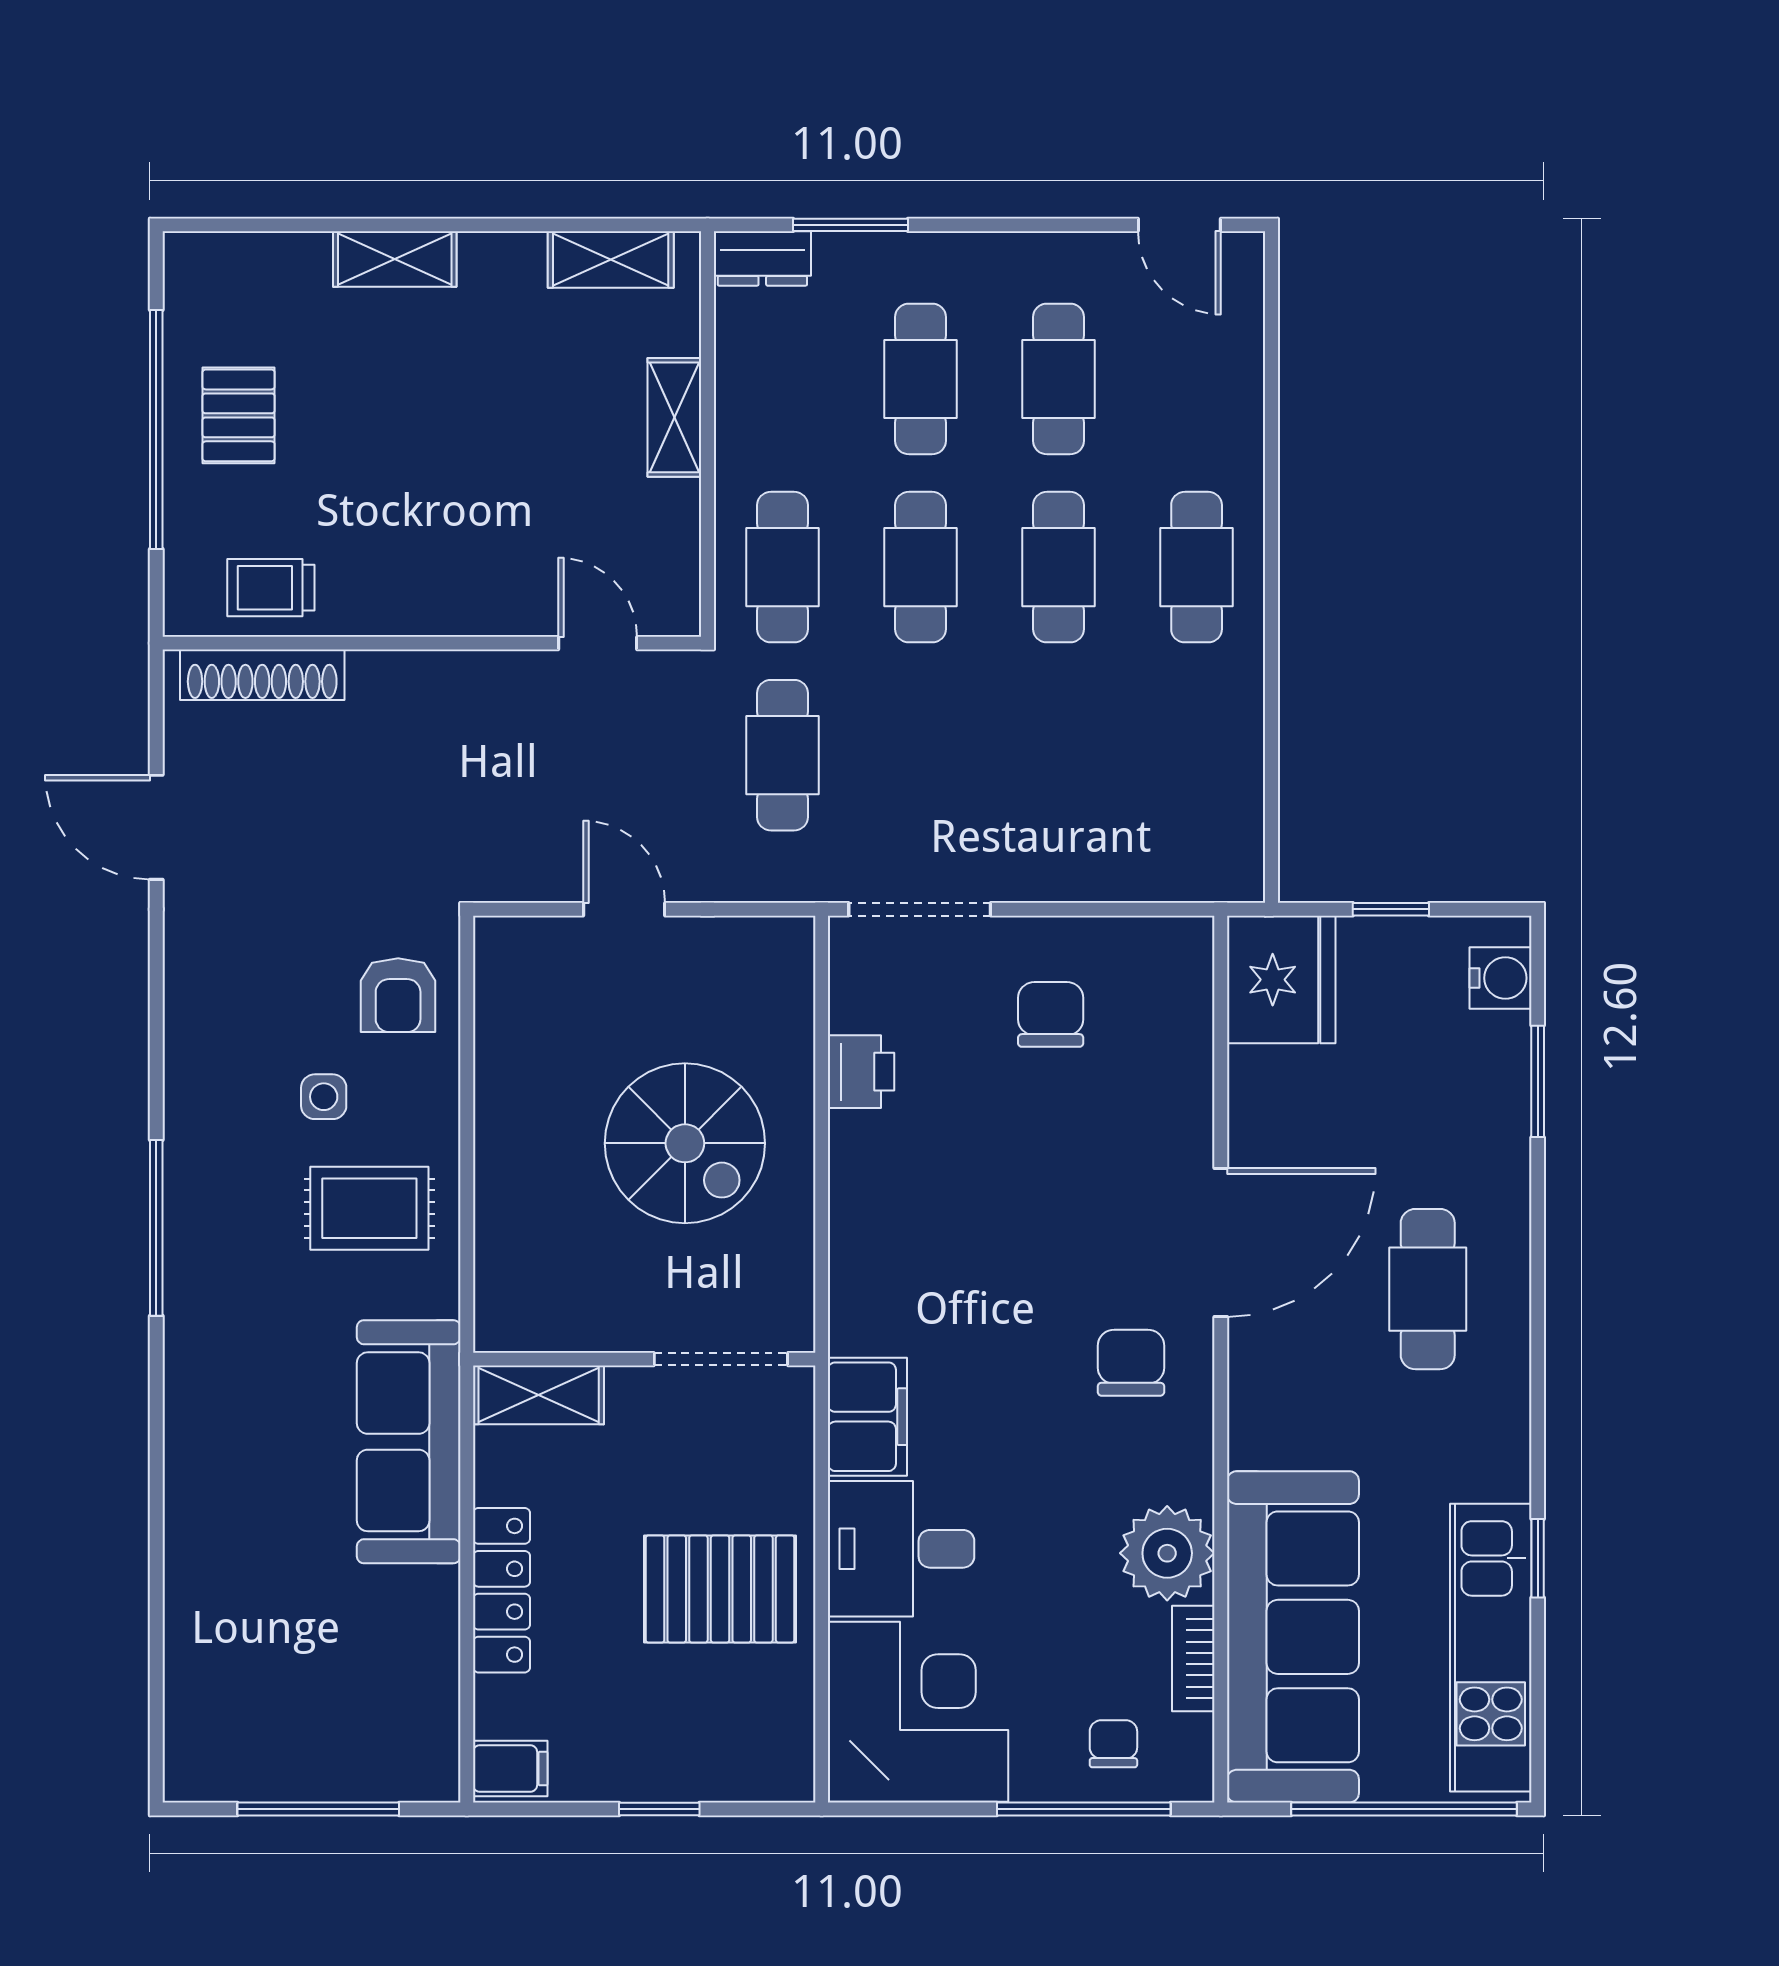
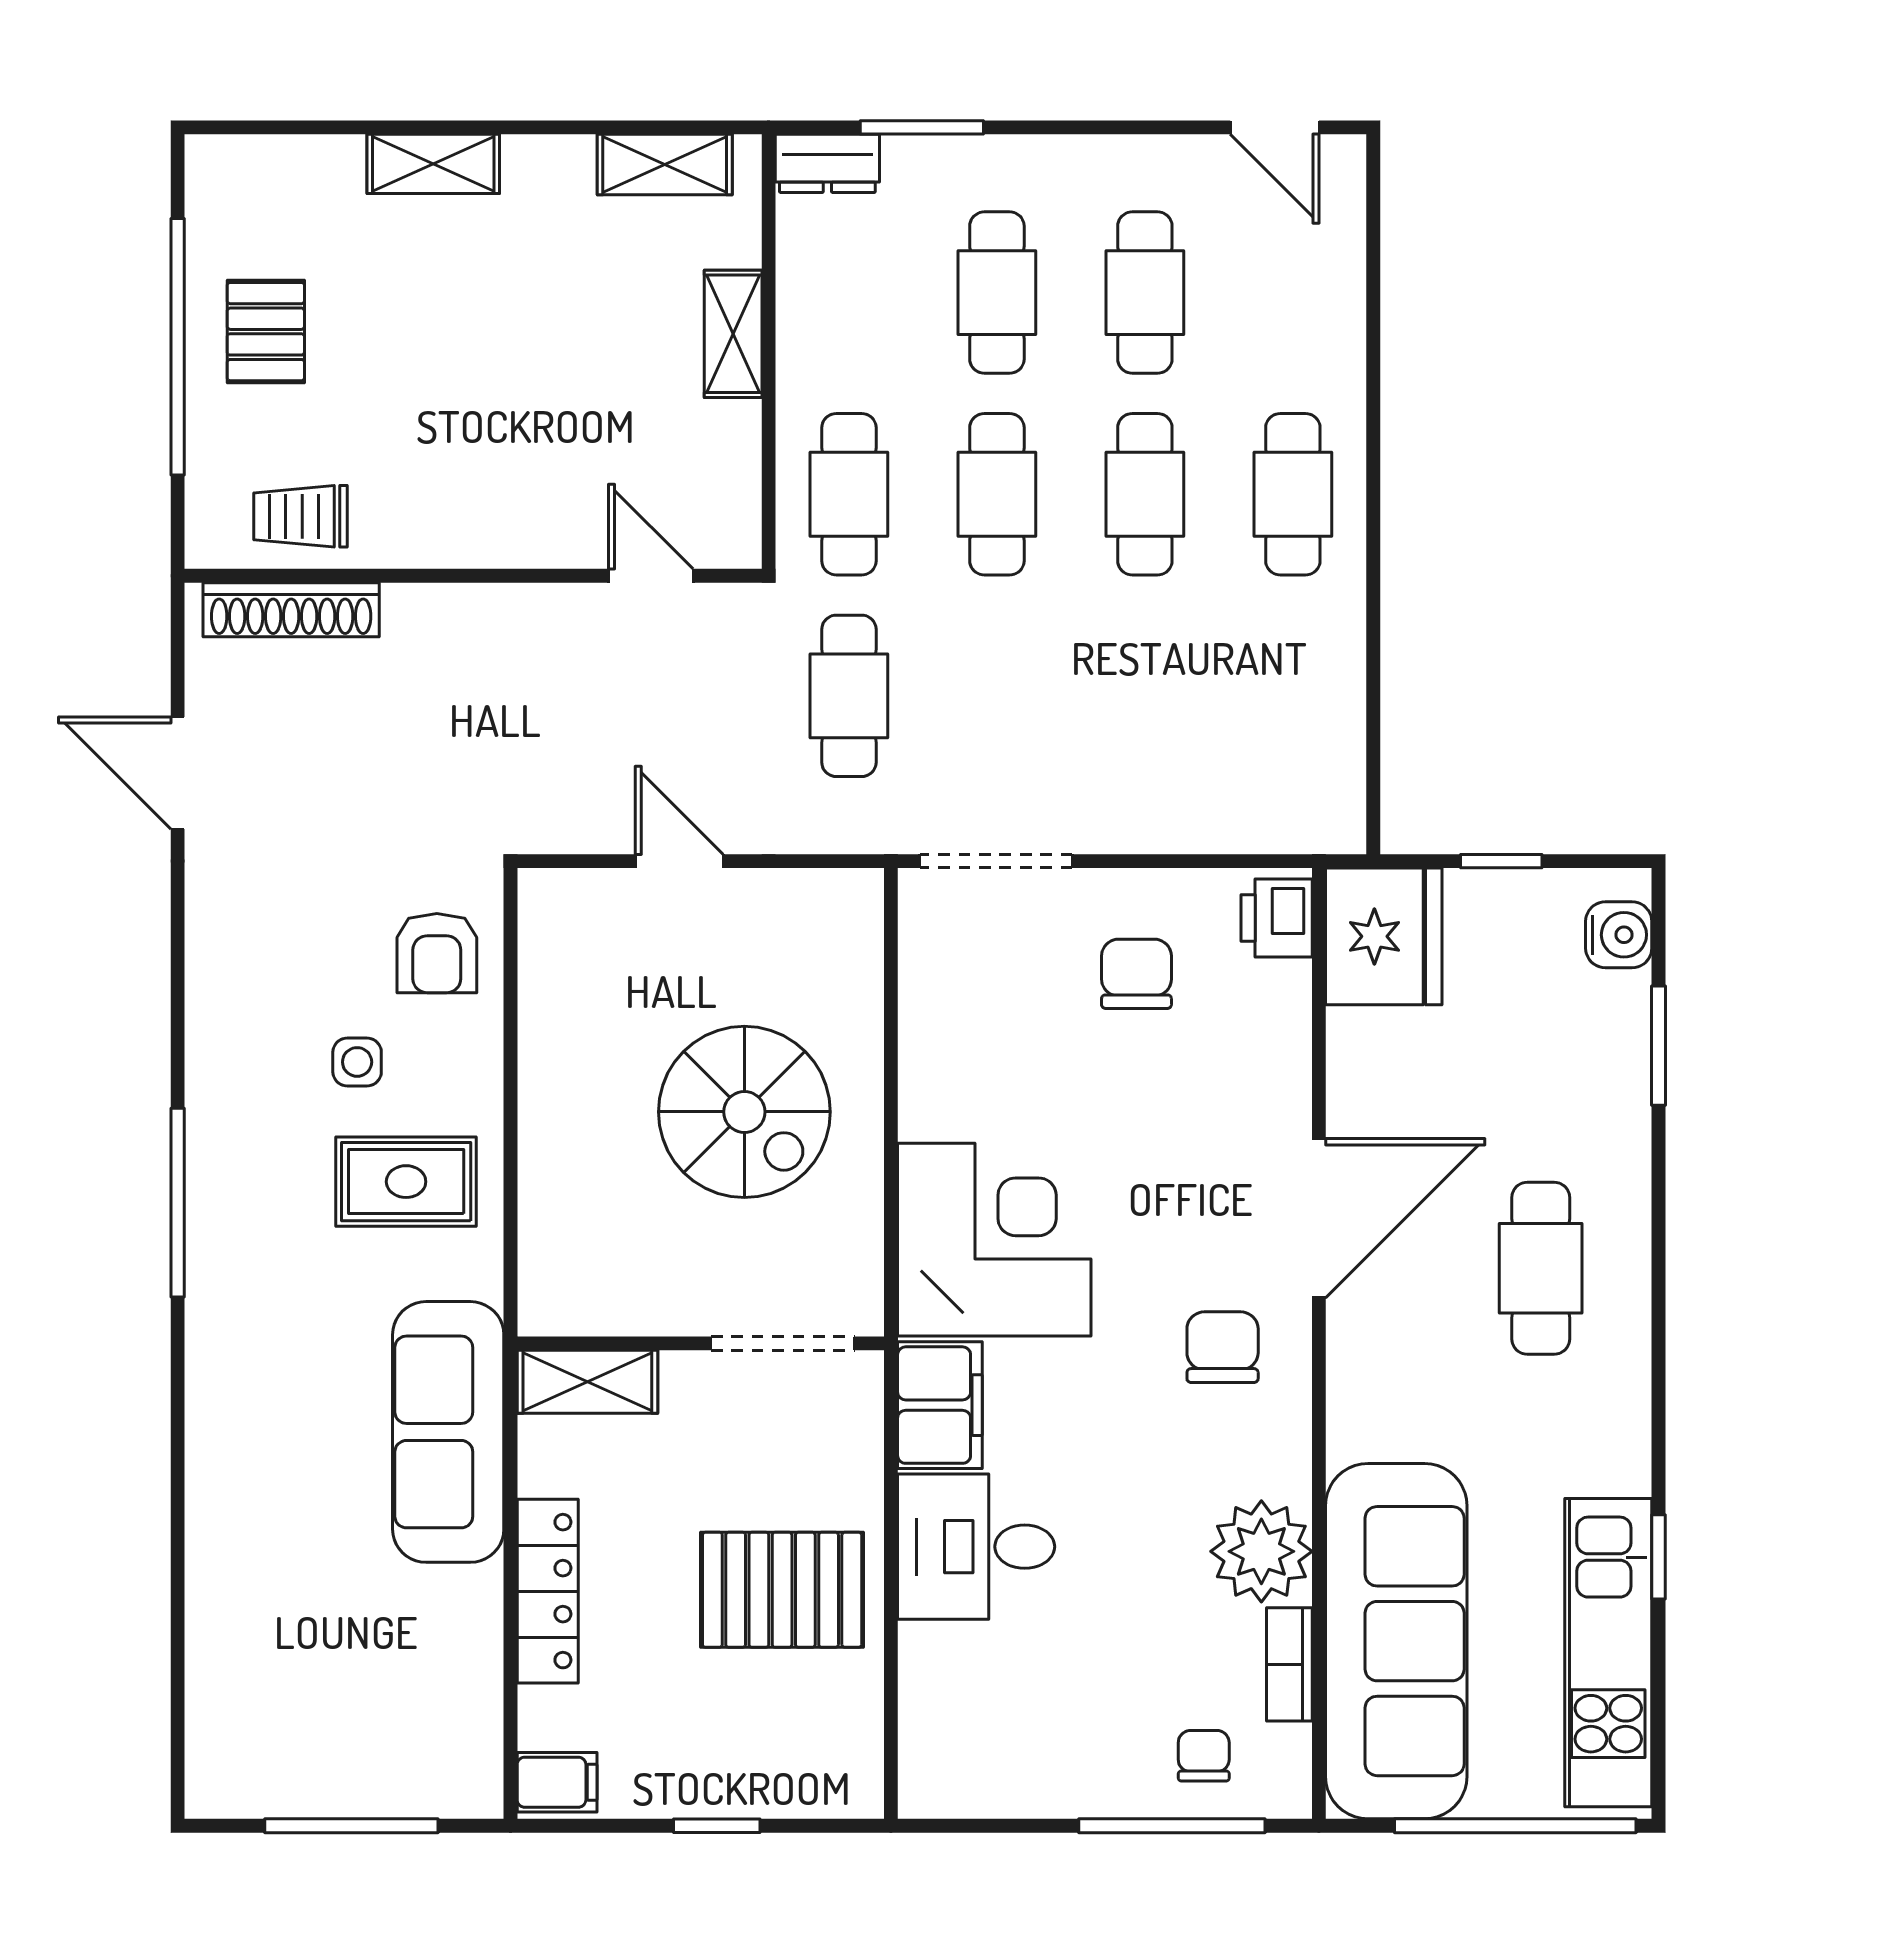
printer: (861, 1072) -> (1277, 918), moved, turned 180
corner desk: (918, 1712) -> (994, 1240), moved

